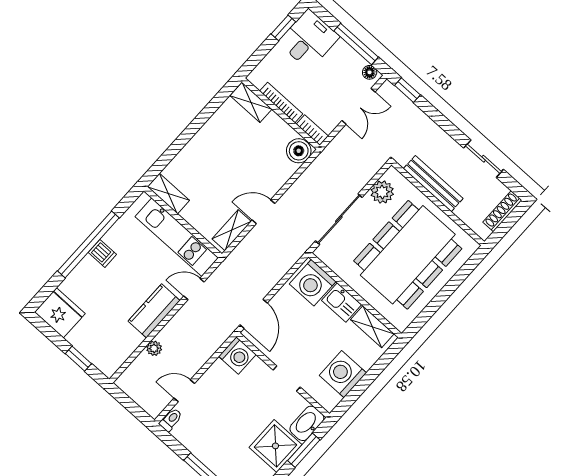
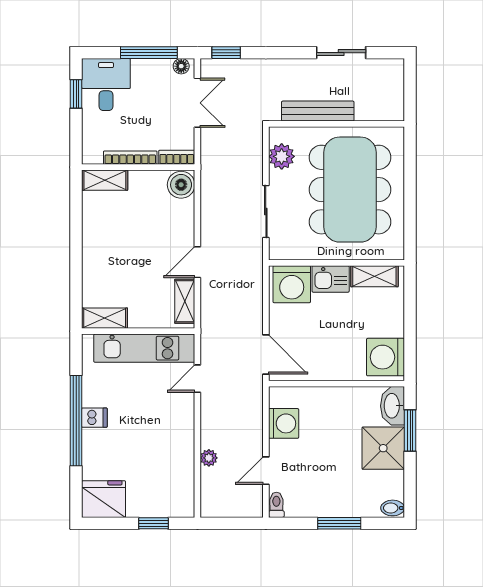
shoe rack: (502, 211) -> (396, 82), removed
sliding door: (339, 219) -> (266, 212), width x0.73
kitchen counter: (154, 311) -> (181, 427), removed
washing machine: (237, 355) -> (284, 423), moved
washing machine: (343, 374) -> (385, 357), moved
doorway: (287, 379) -> (342, 384), removed

